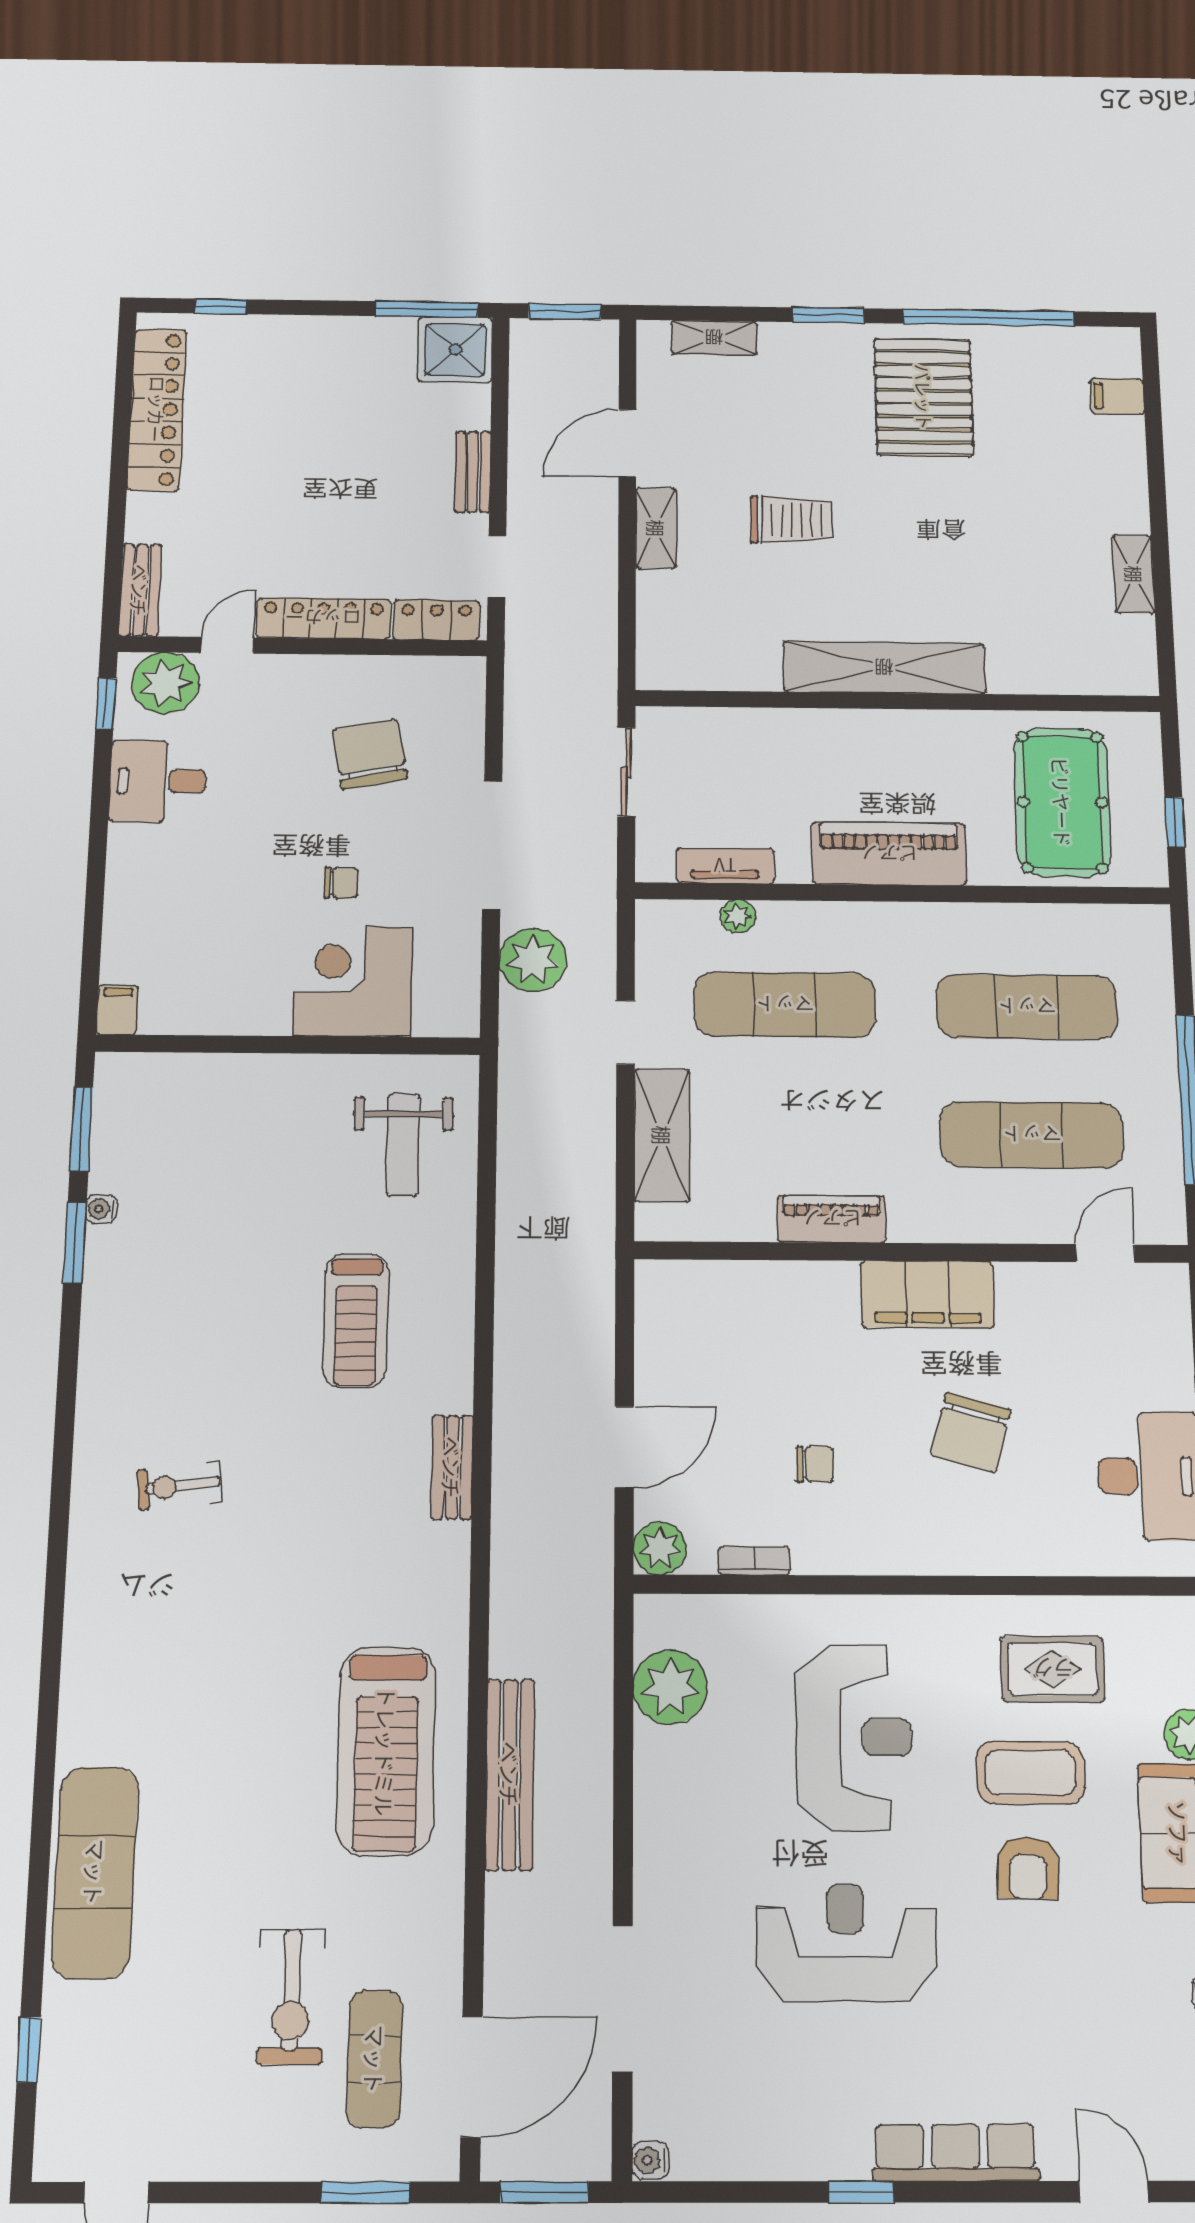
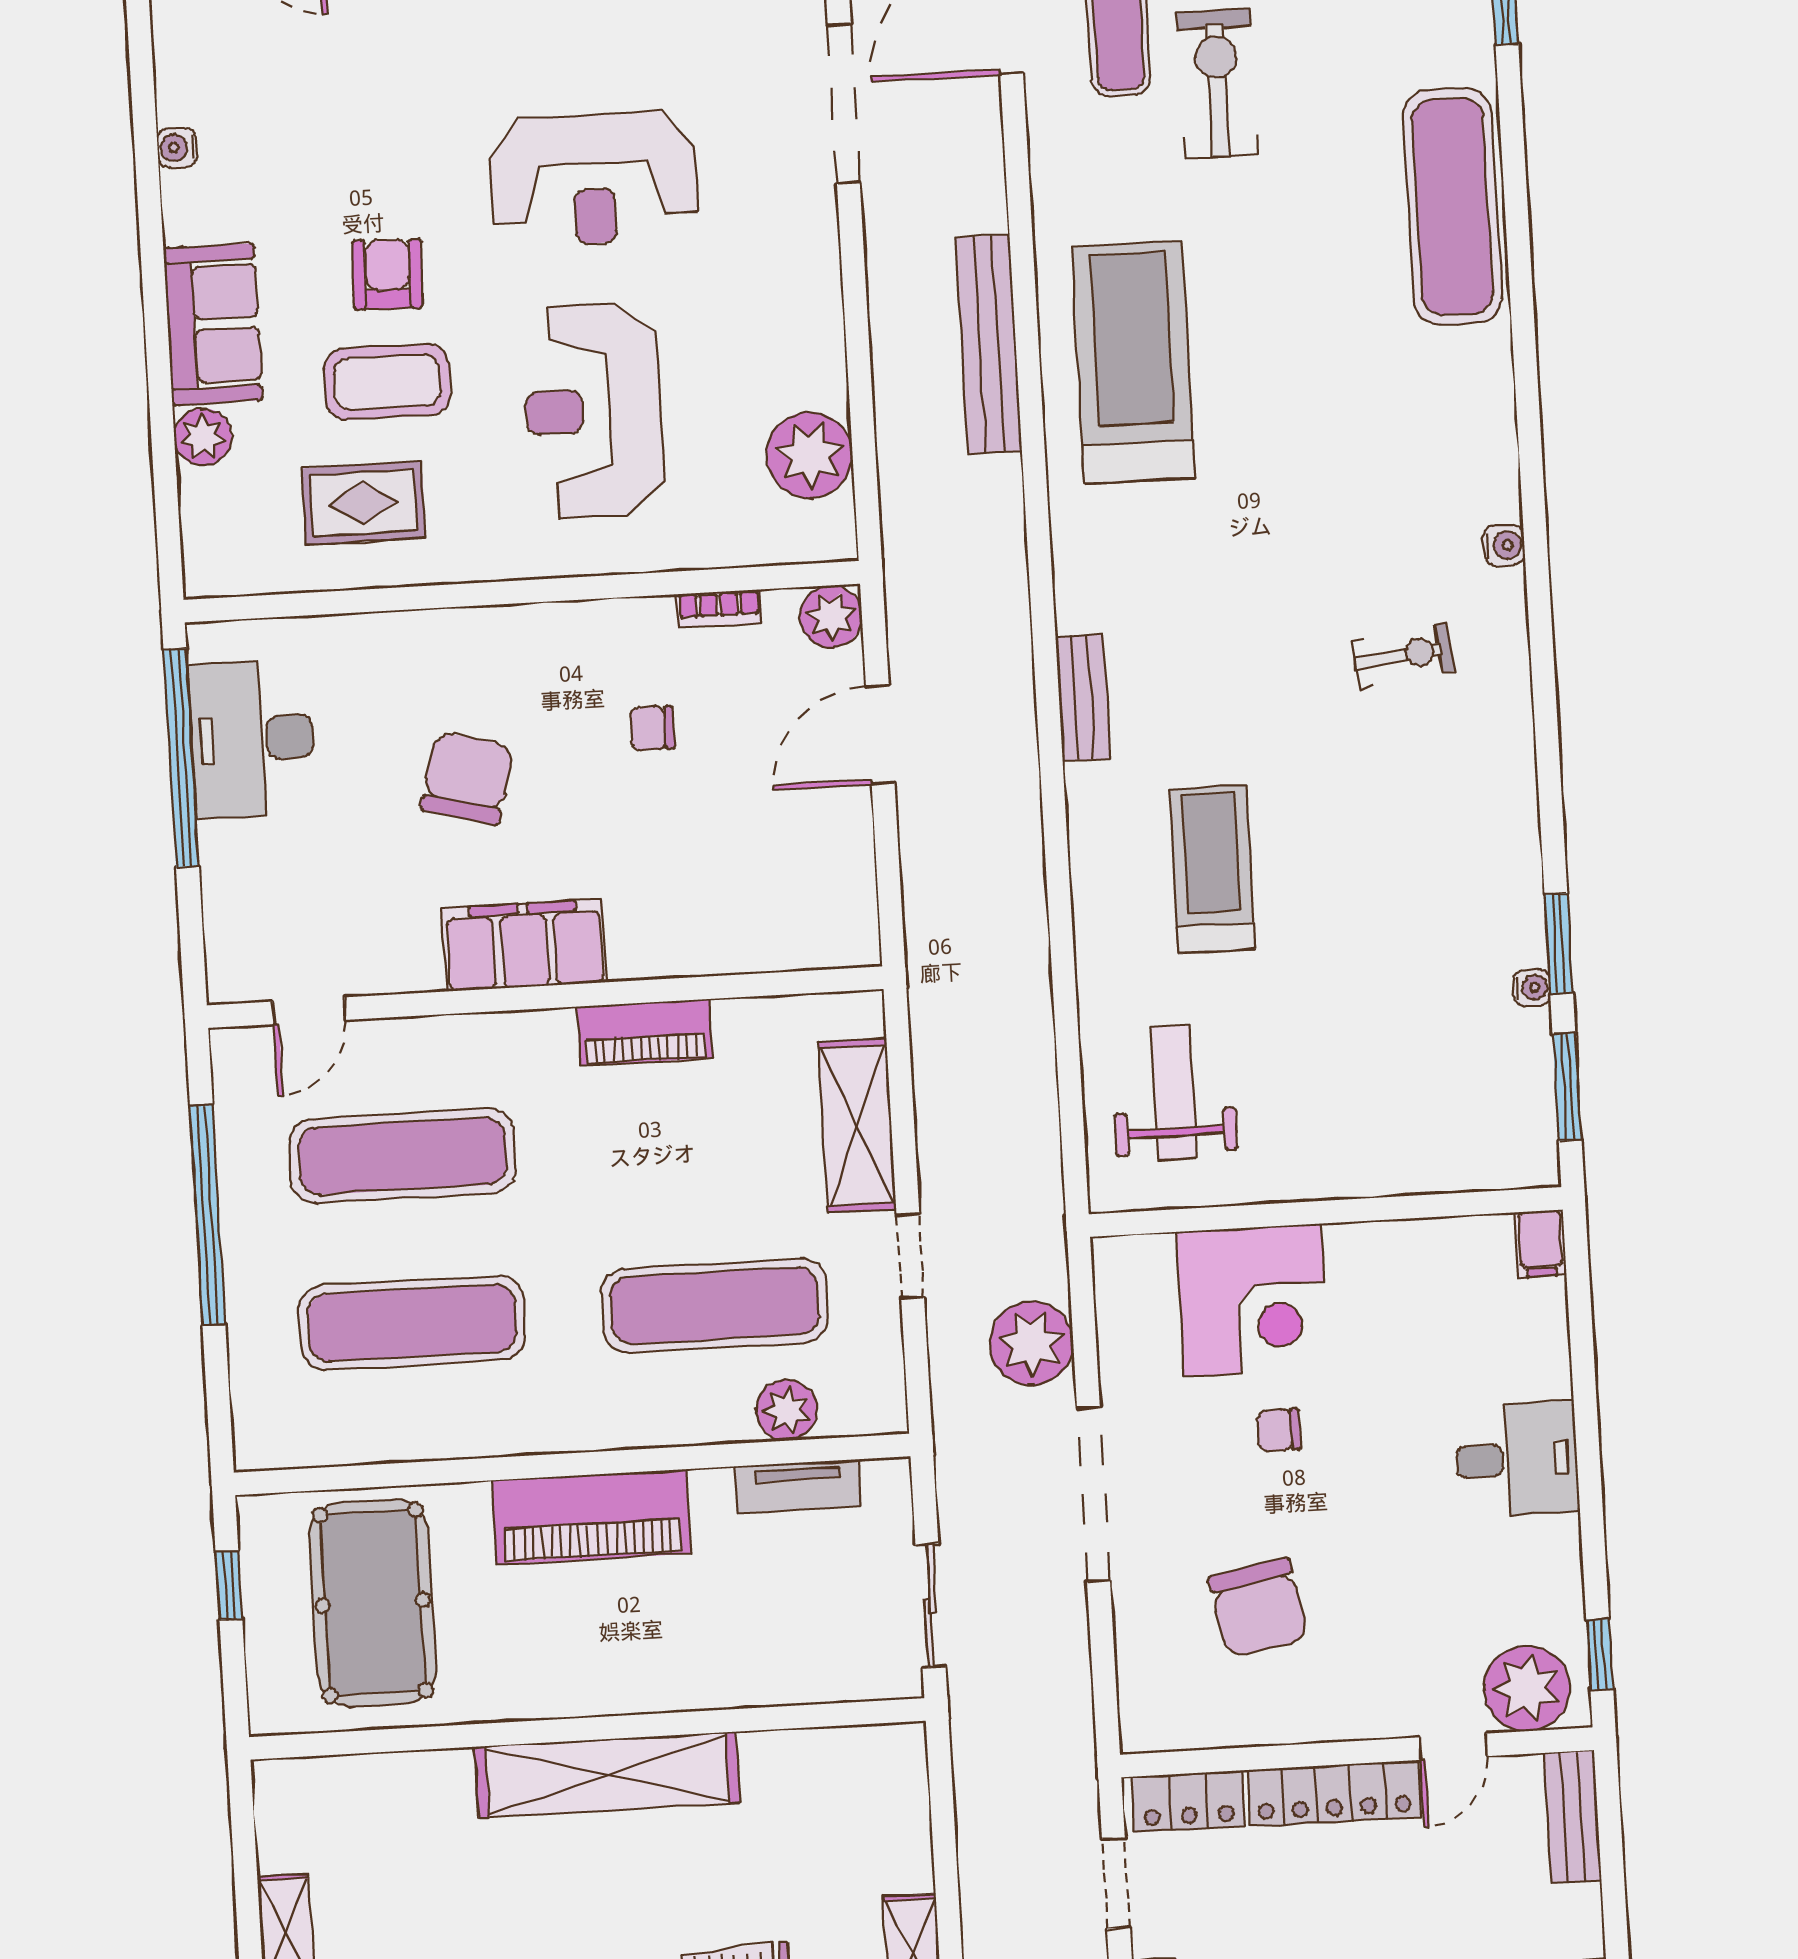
desk: (158, 781) -> (1517, 1459), moved
plant: (738, 916) -> (786, 1410), width x1.38, depth x1.38
water cooler: (83, 1573) -> (1504, 545), added

